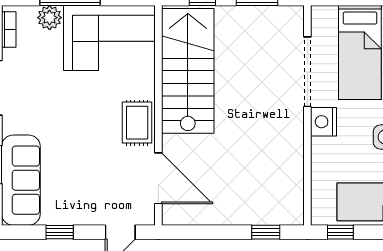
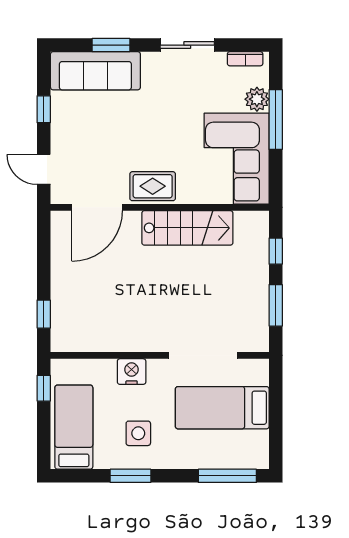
stairs: (188, 71) -> (187, 228), width x0.73, depth x0.66
nightstand: (324, 122) -> (132, 372), moved

